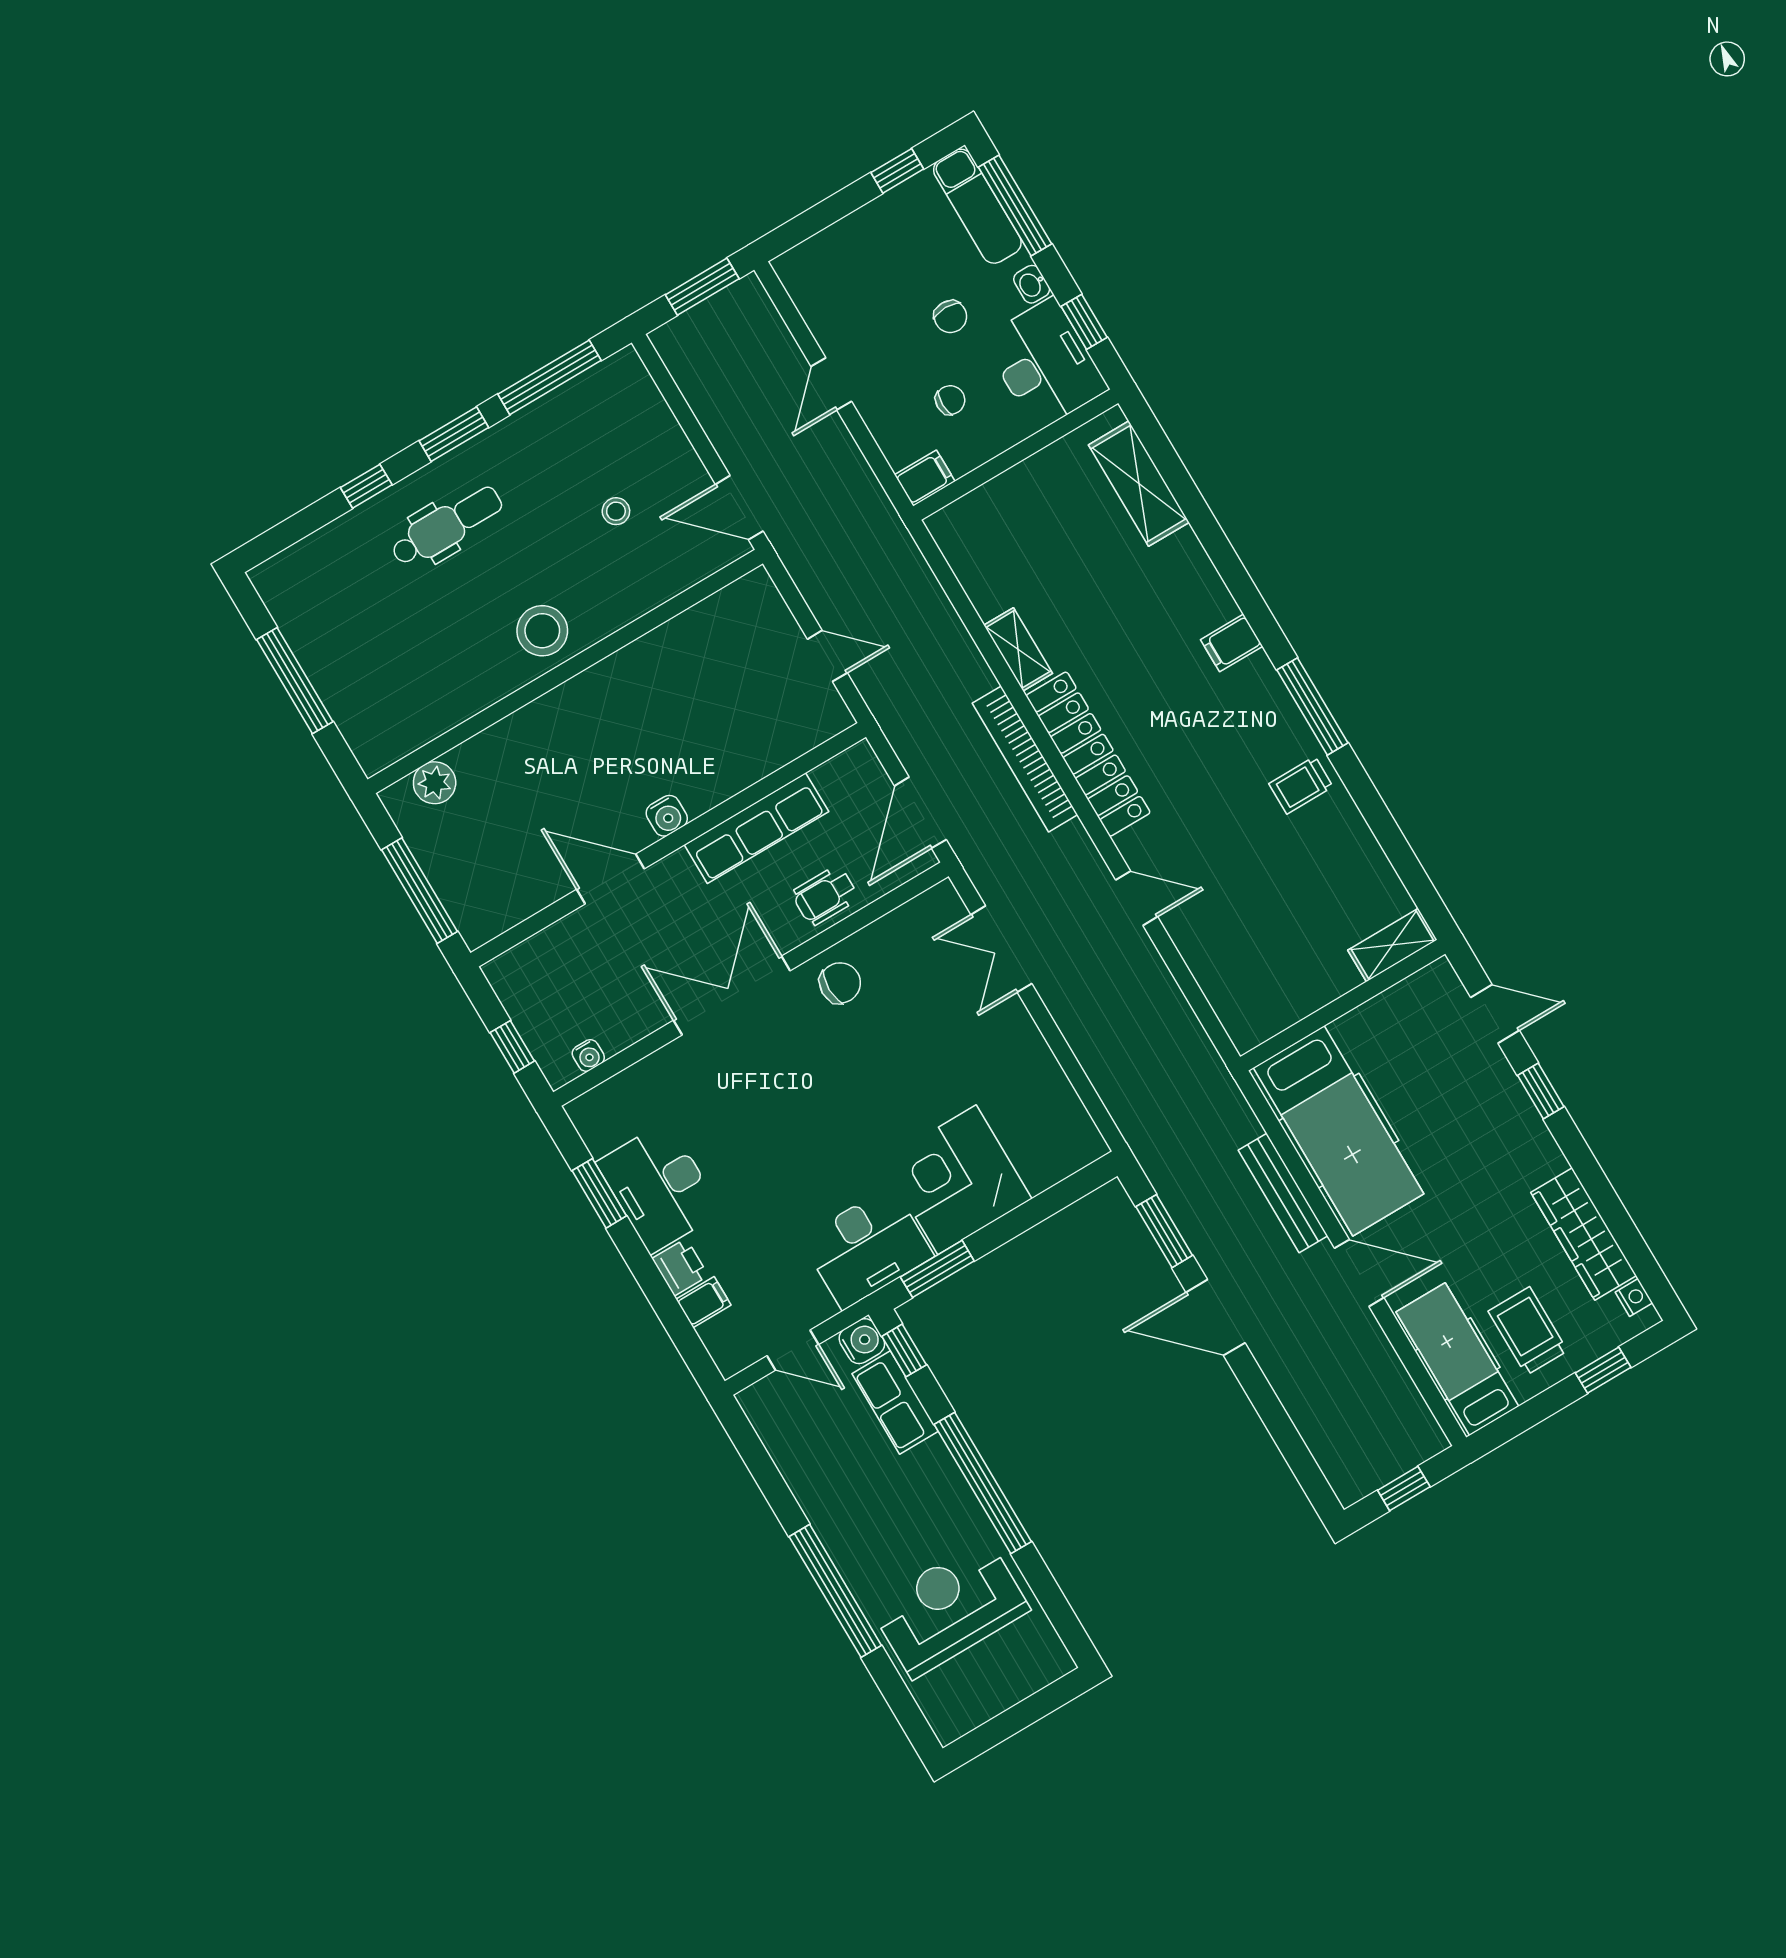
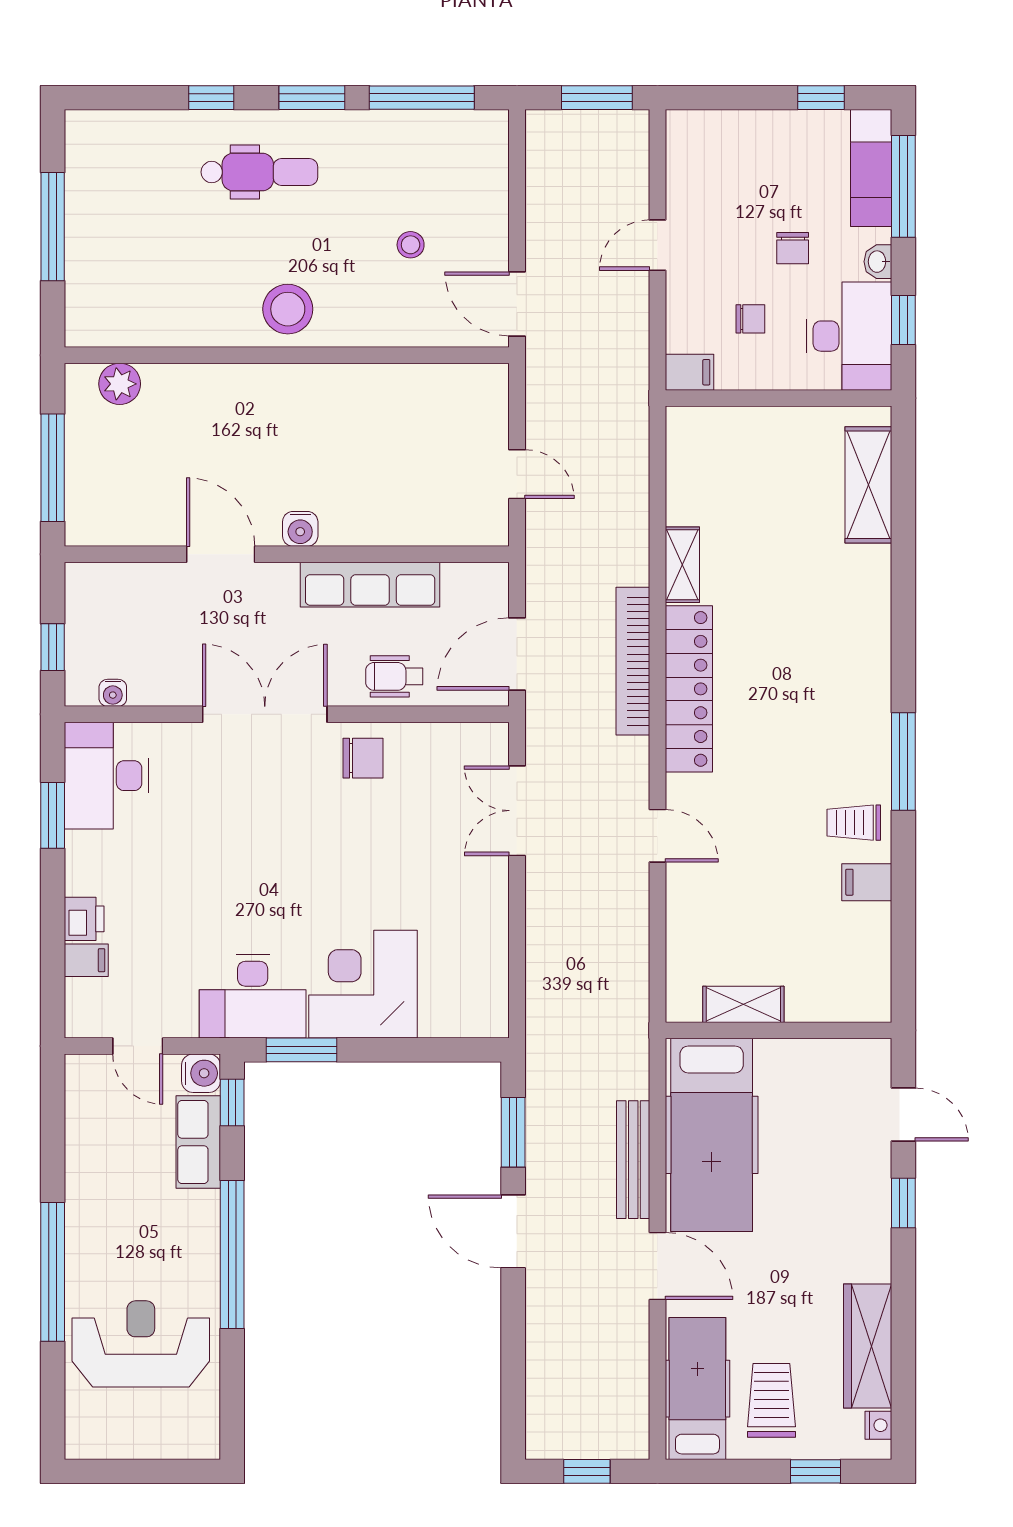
filing cabinet: (1232, 643) -> (867, 882), moved
shelving: (1392, 945) -> (743, 1004), moved
desk: (659, 1187) -> (106, 776), moved

